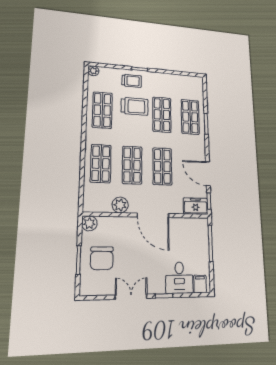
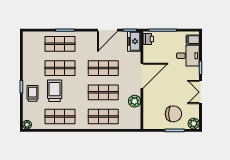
plant: (89, 223) -> (194, 124), moved
printer: (199, 224) -> (148, 39), added

